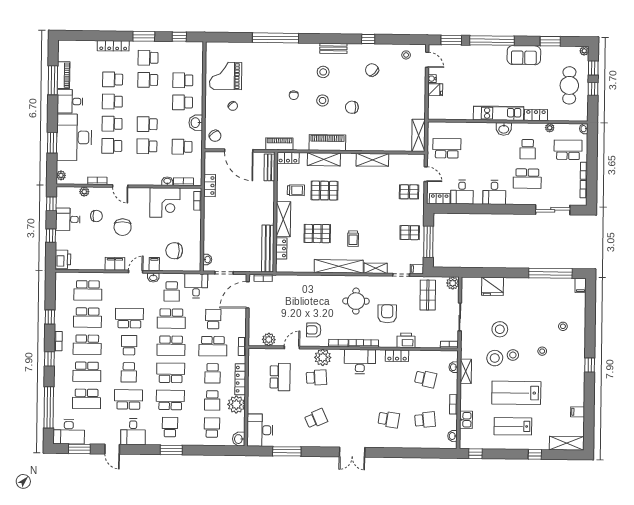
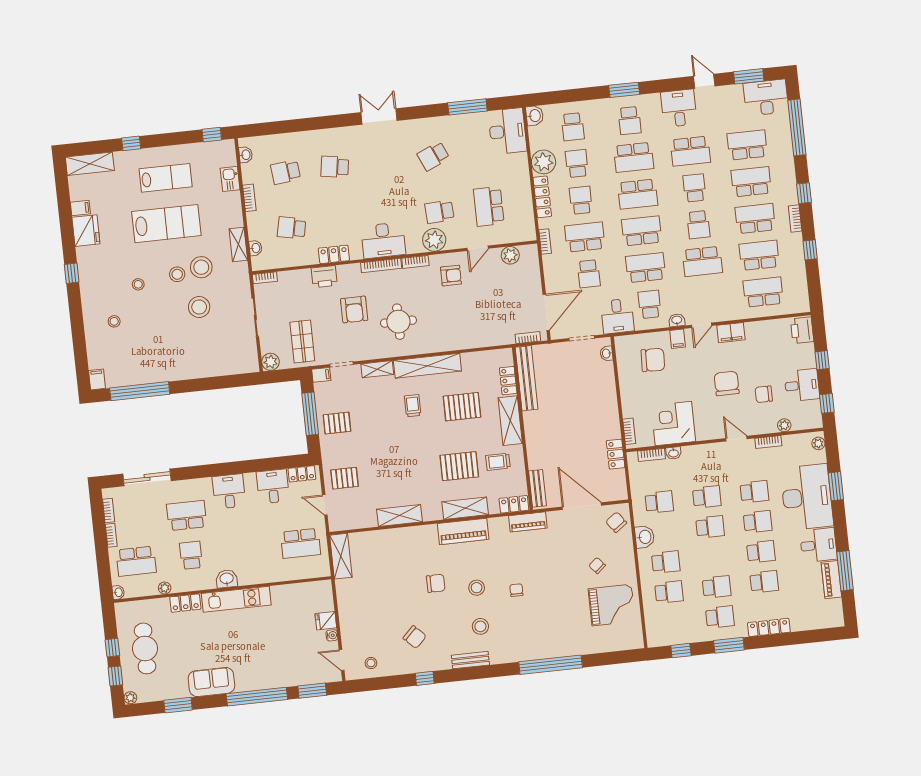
fridge: (492, 286) -> (86, 231), moved, turned 90

